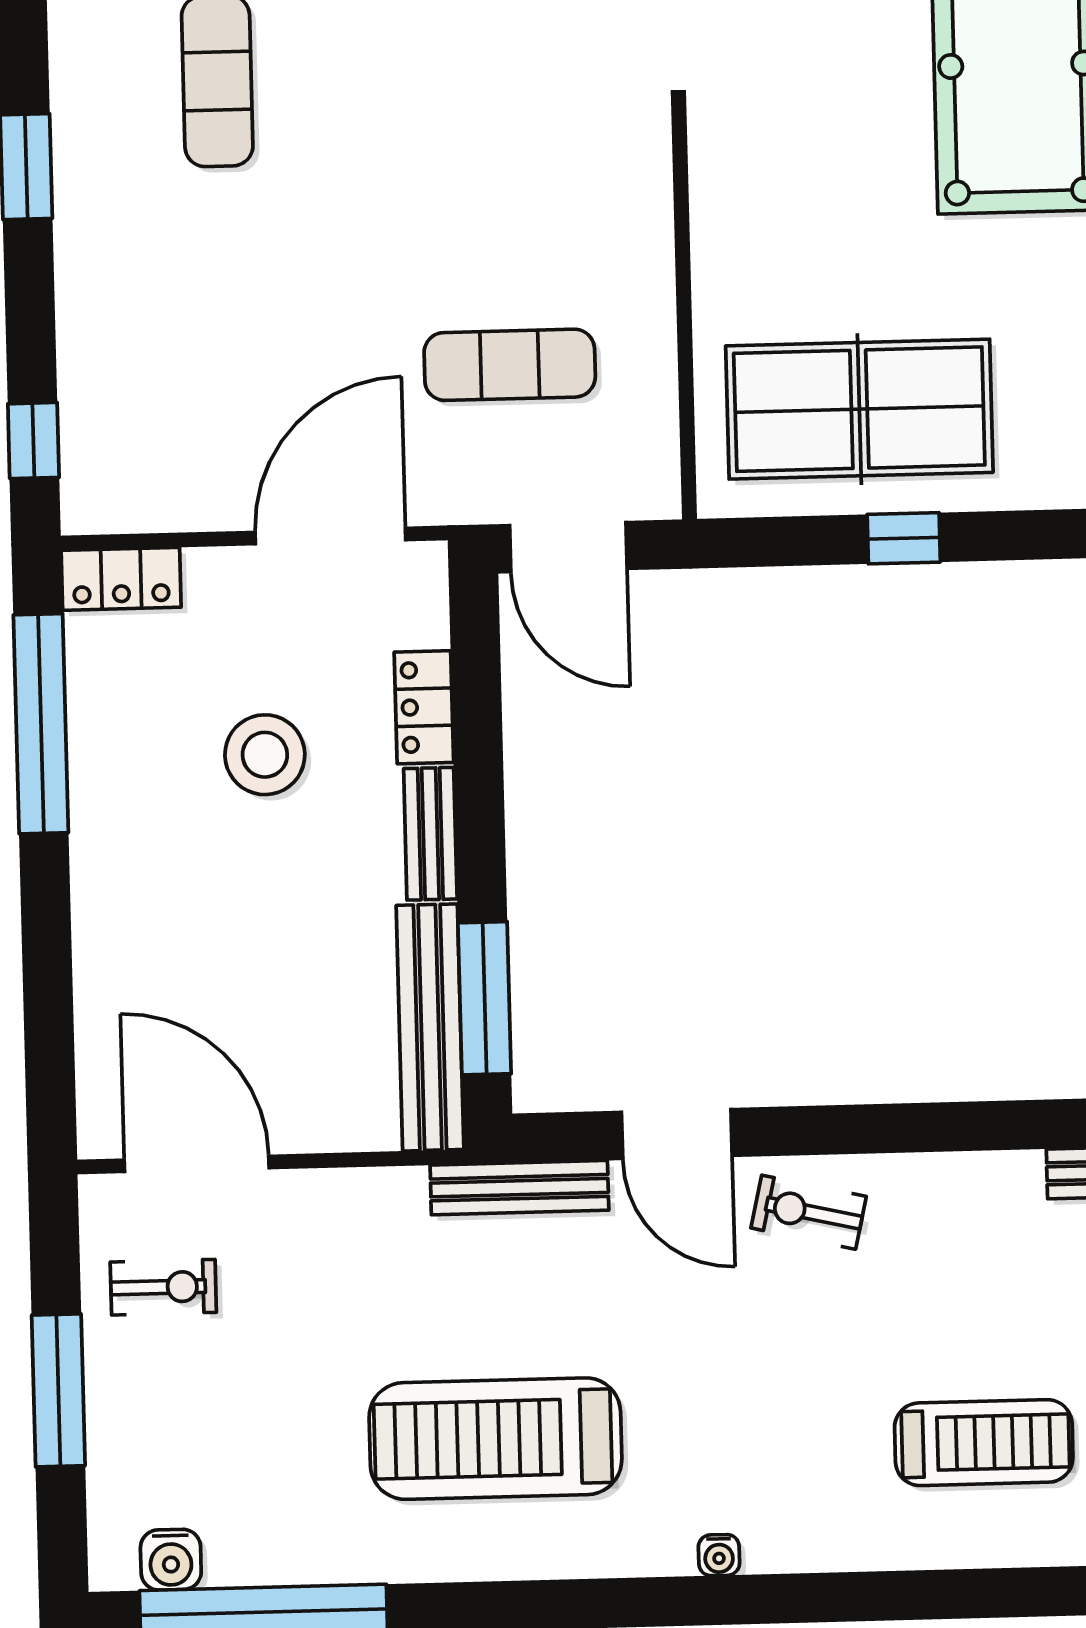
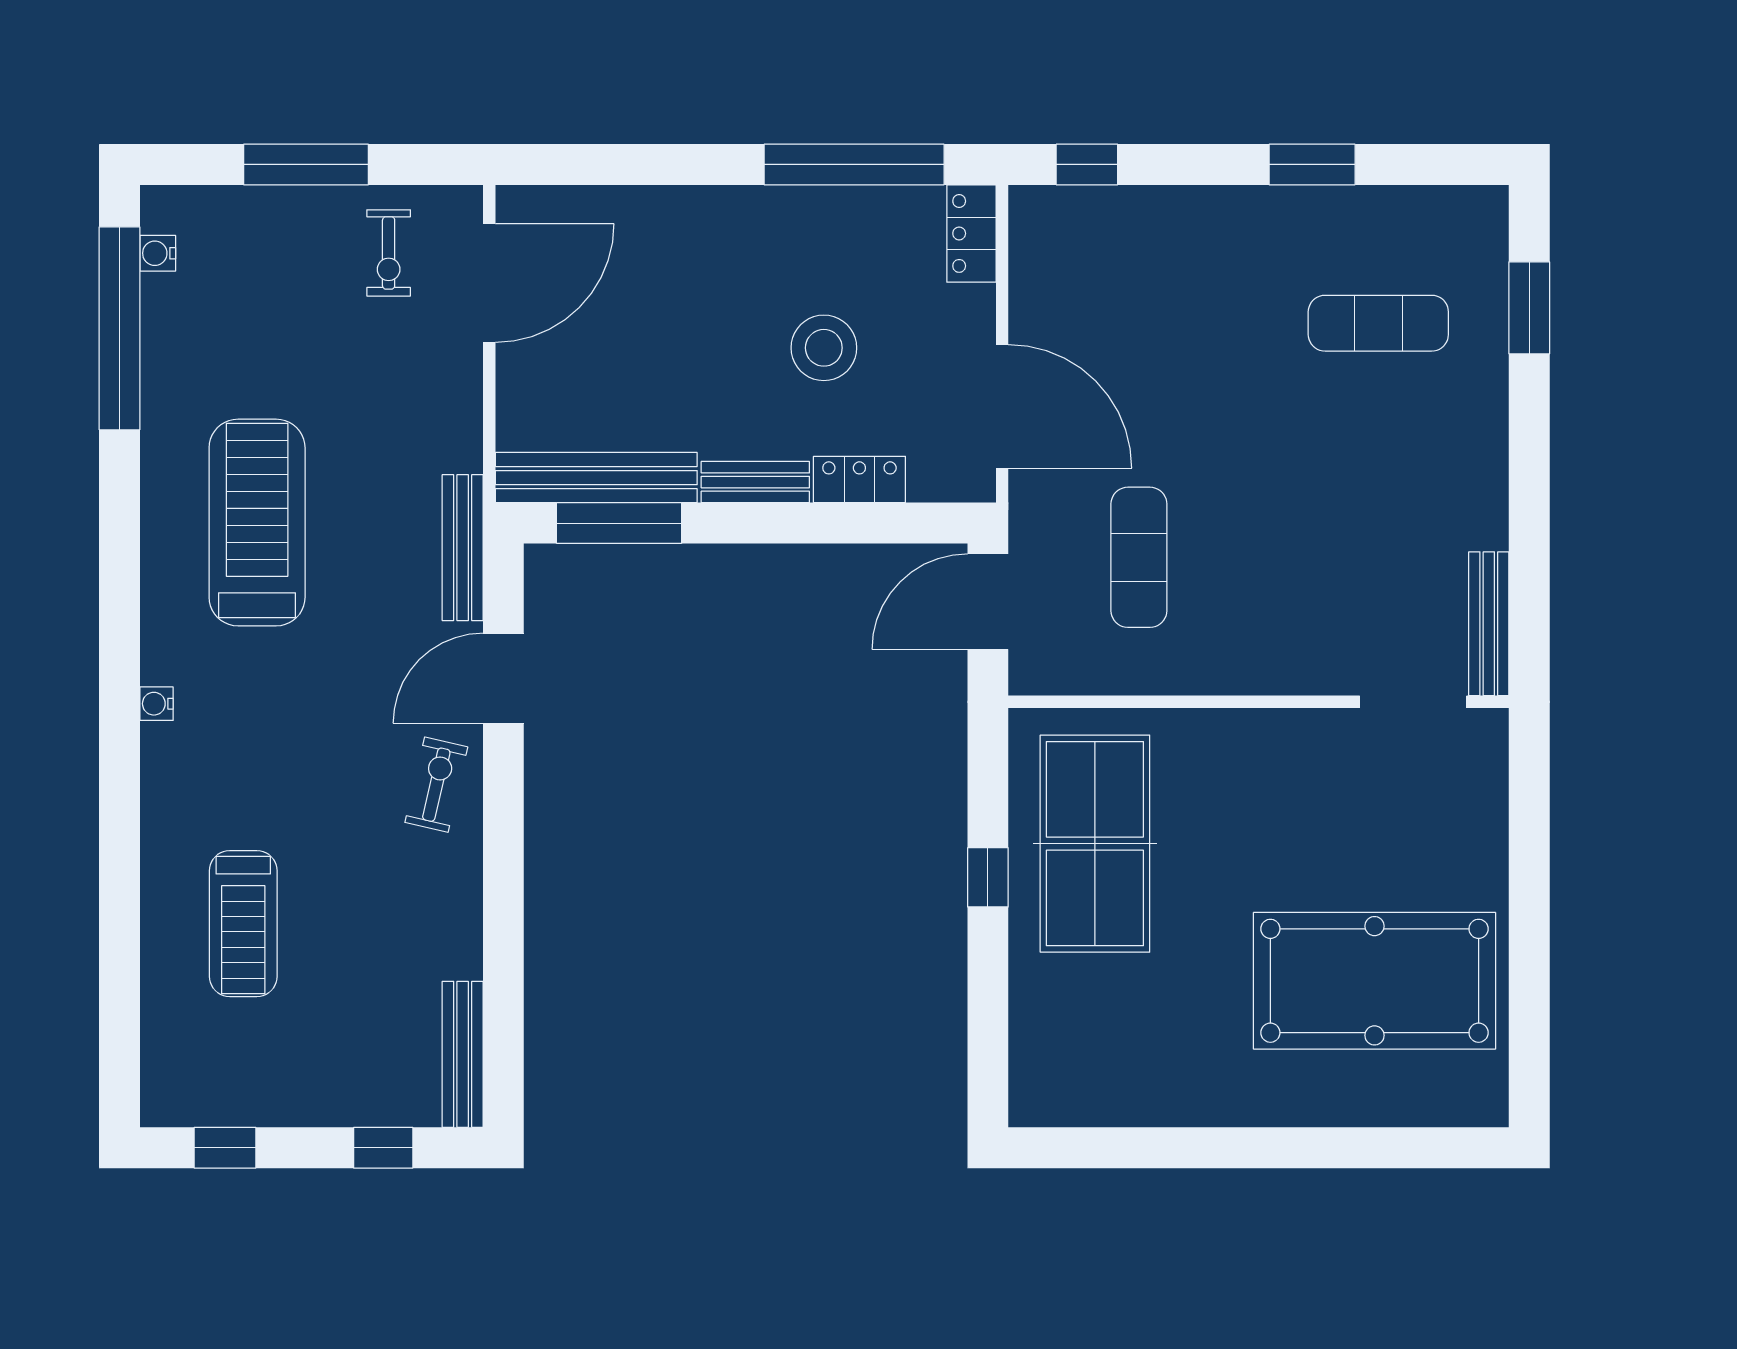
water cooler: (171, 1560) -> (158, 253), width x0.72, depth x0.72

